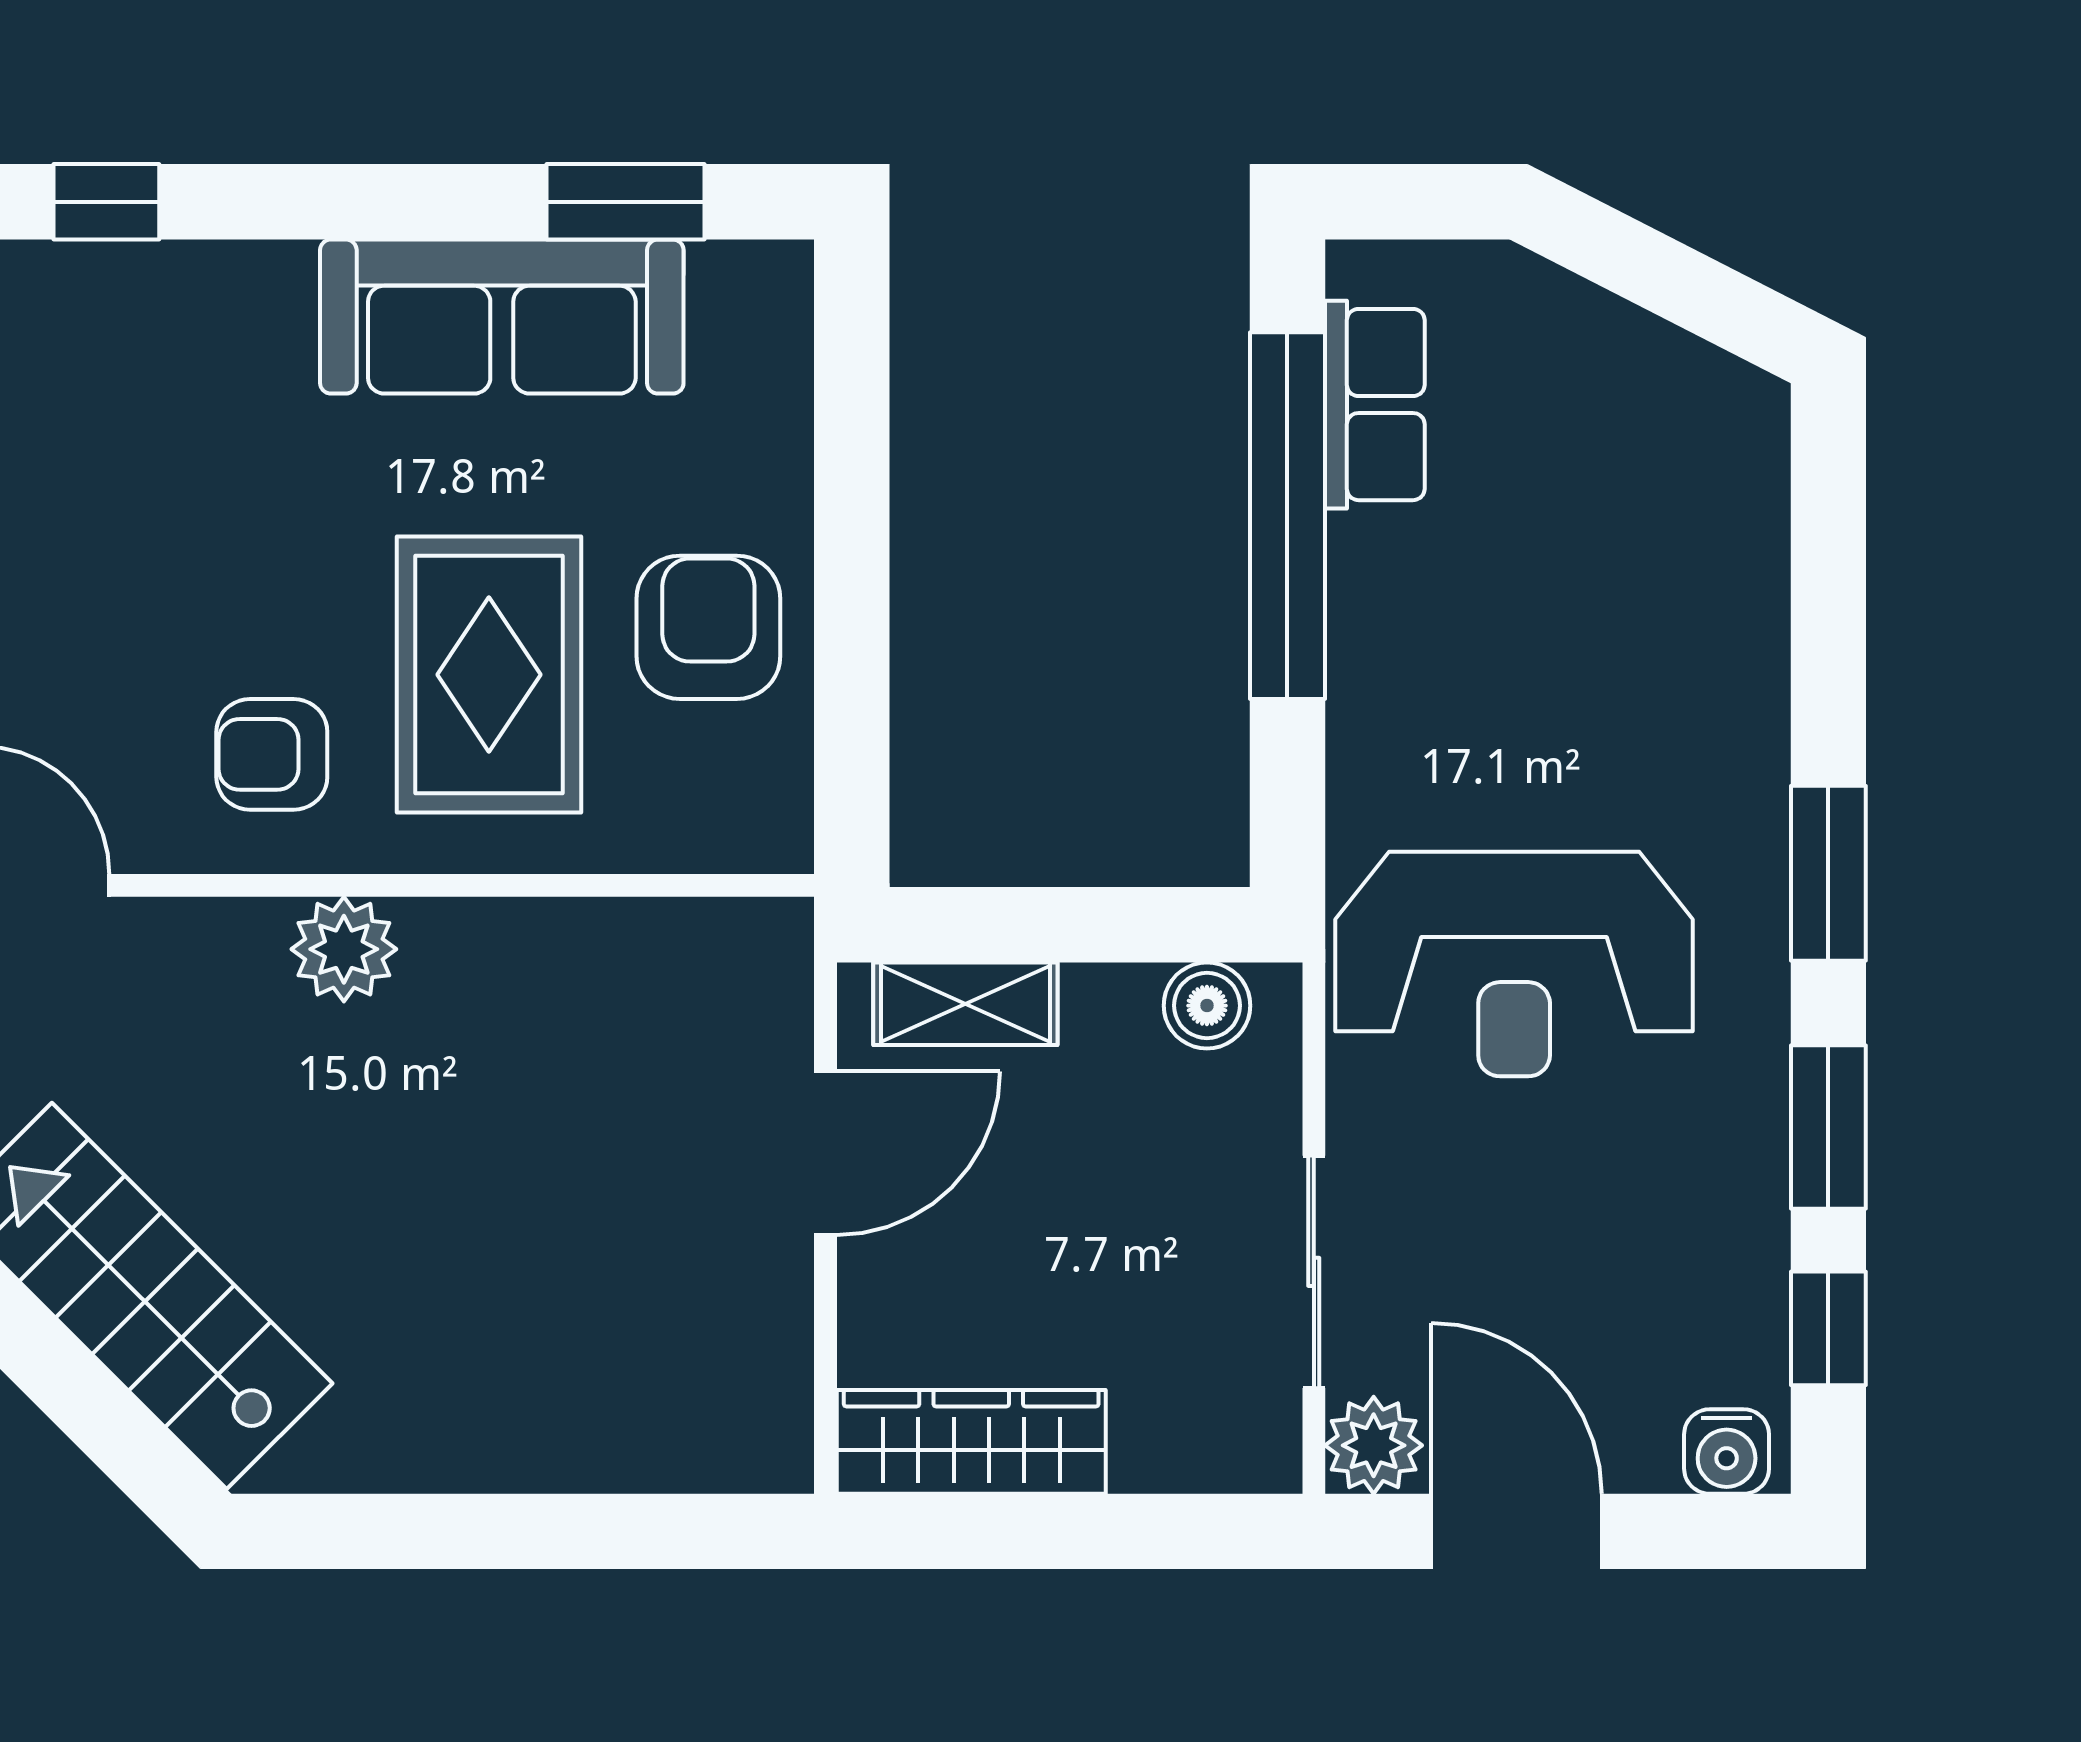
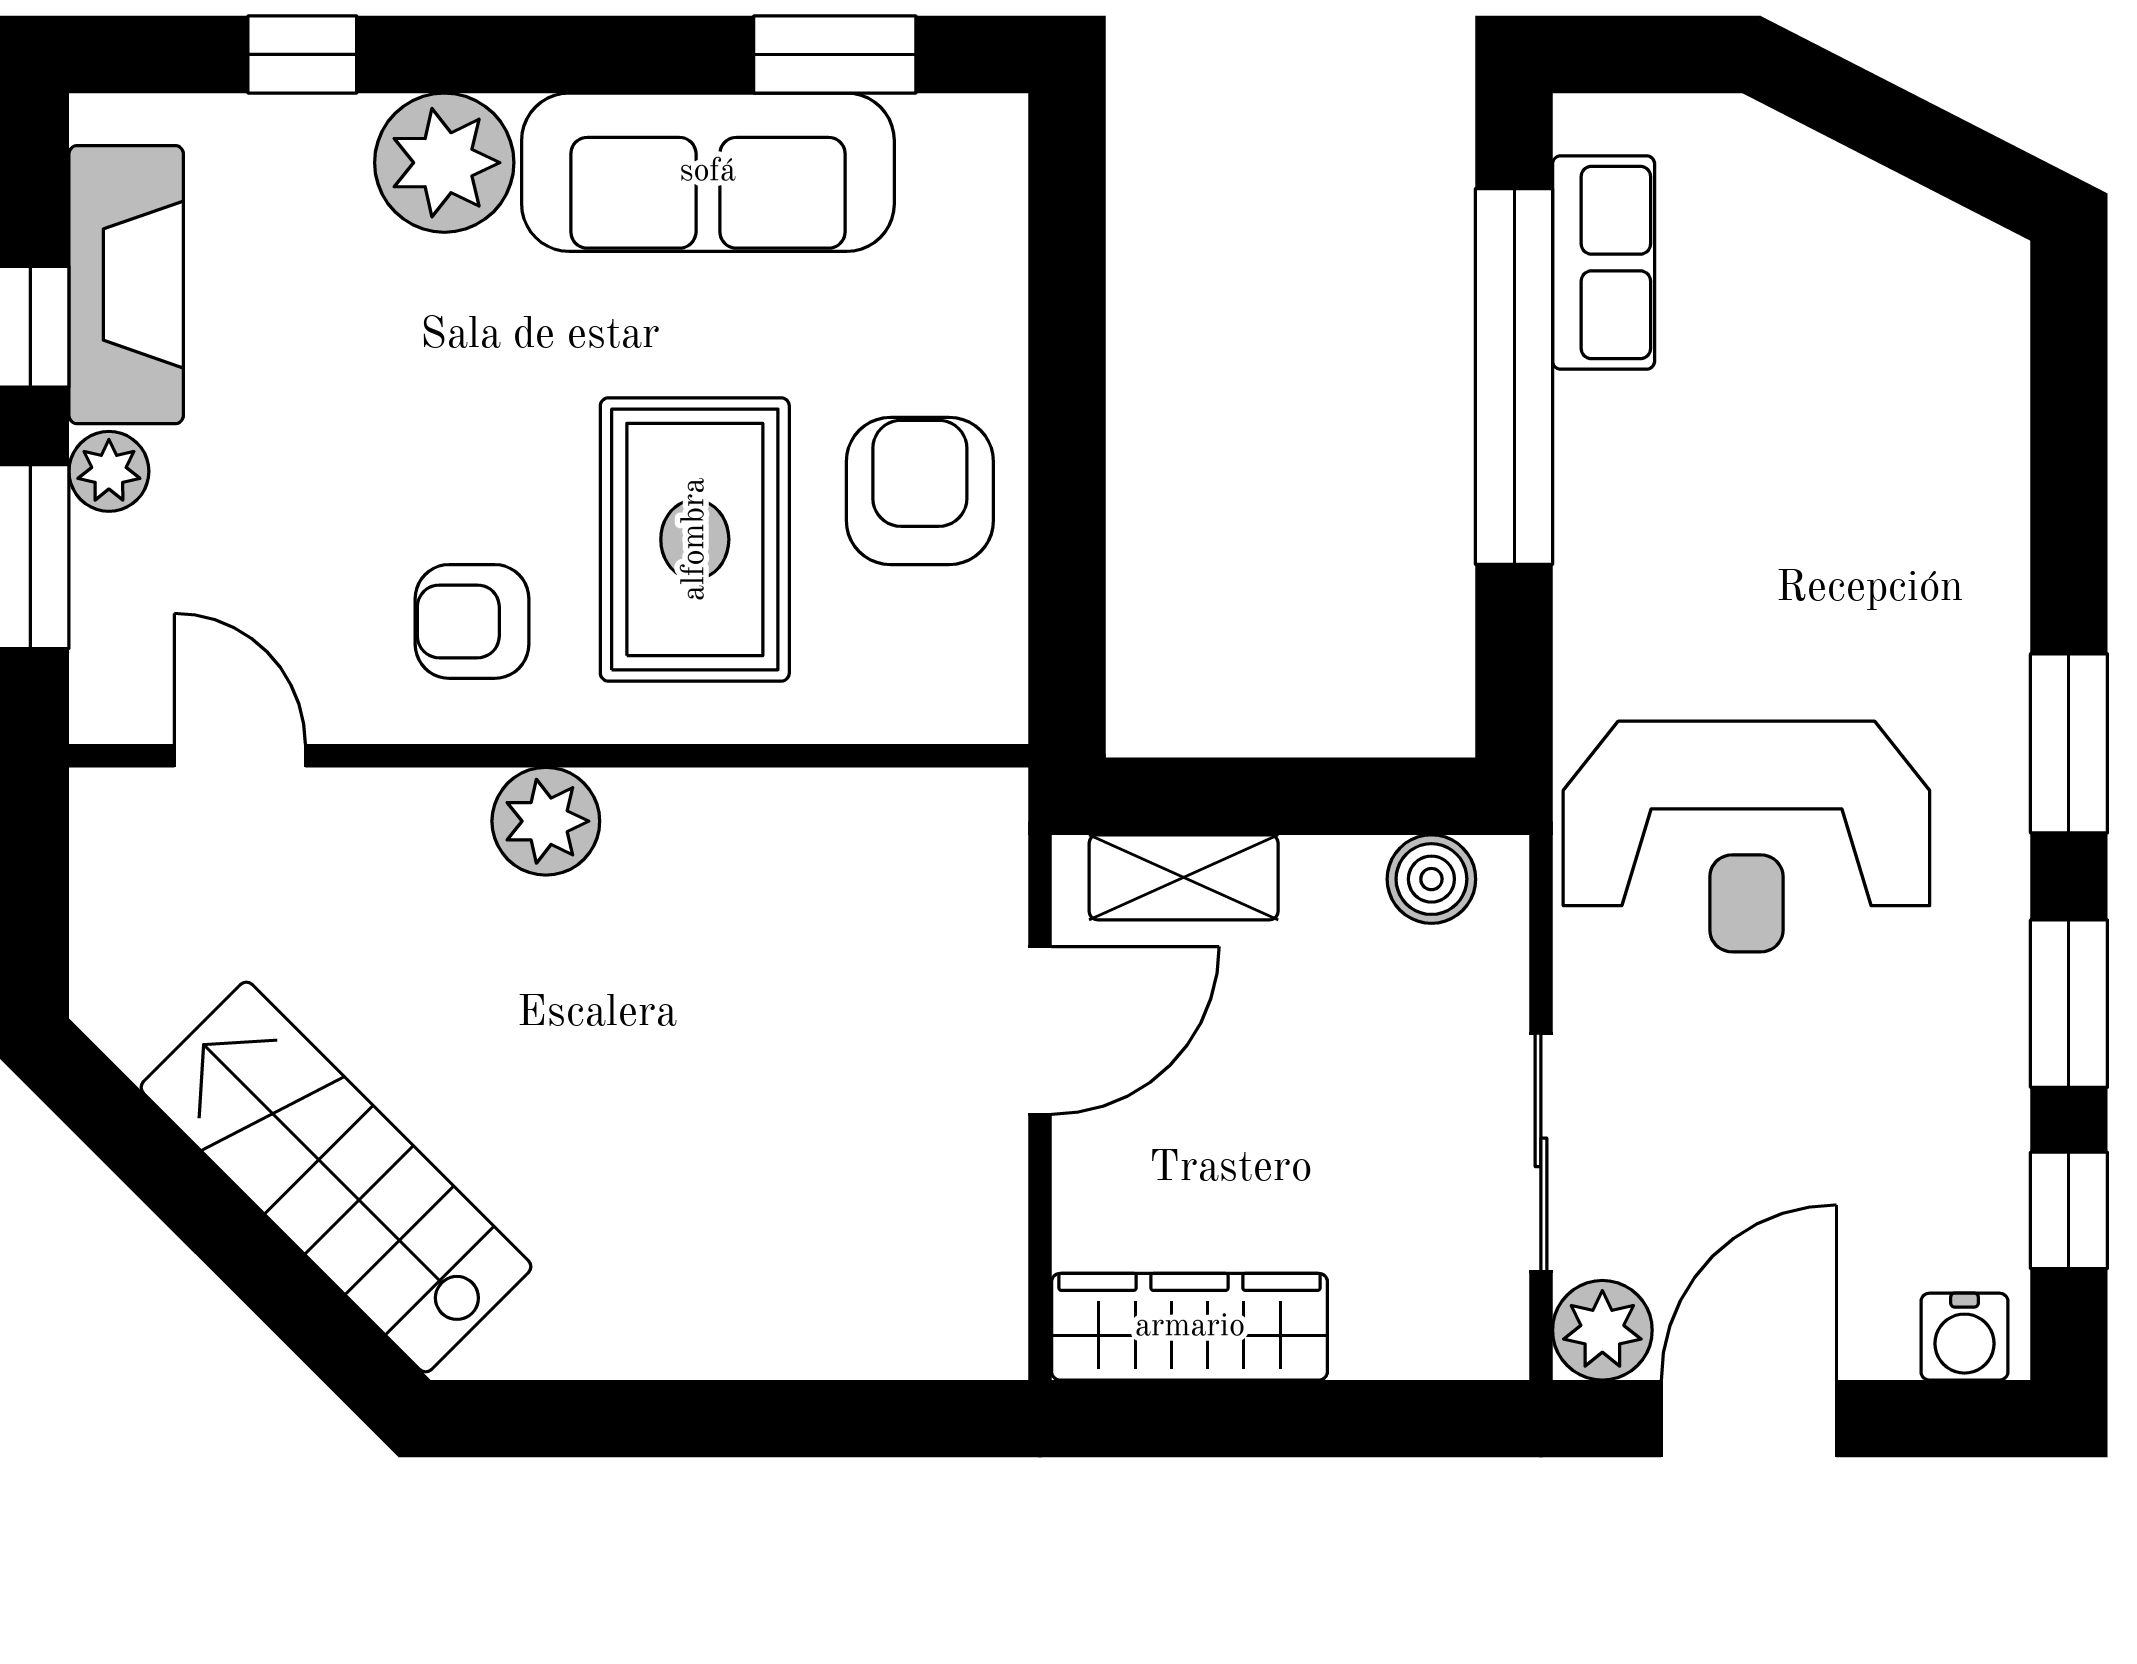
plant: (245, 307) -> (444, 163), added
door: (1516, 1531) -> (1749, 1419), hinge flipped

